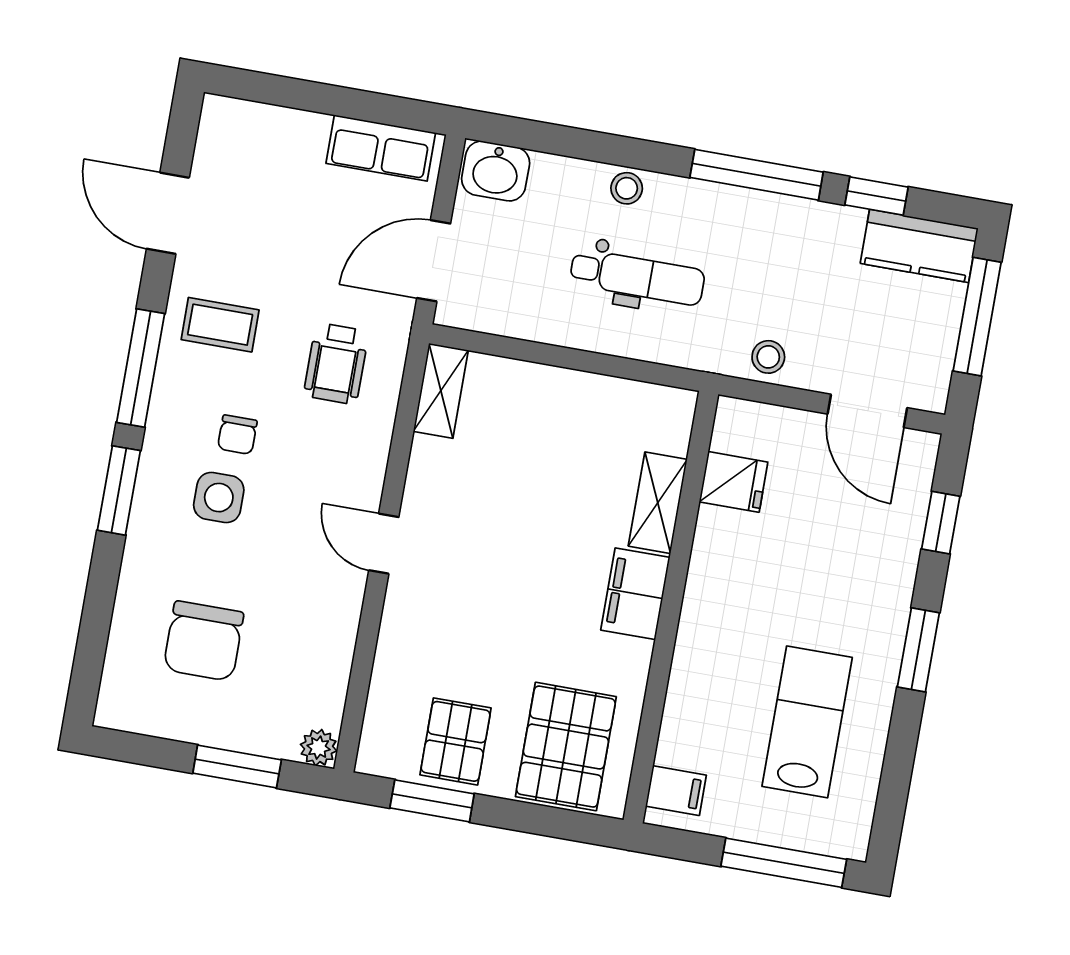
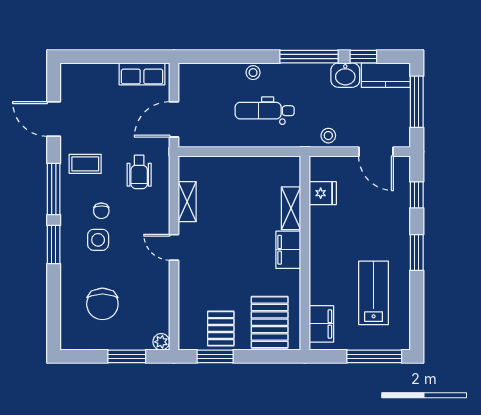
washbasin: (496, 171) -> (345, 75), moved
dental chair: (637, 277) -> (265, 111), turned 180
shelving: (441, 391) -> (187, 202), moved
filing cabinet: (676, 791) -> (321, 324), width x2.00

